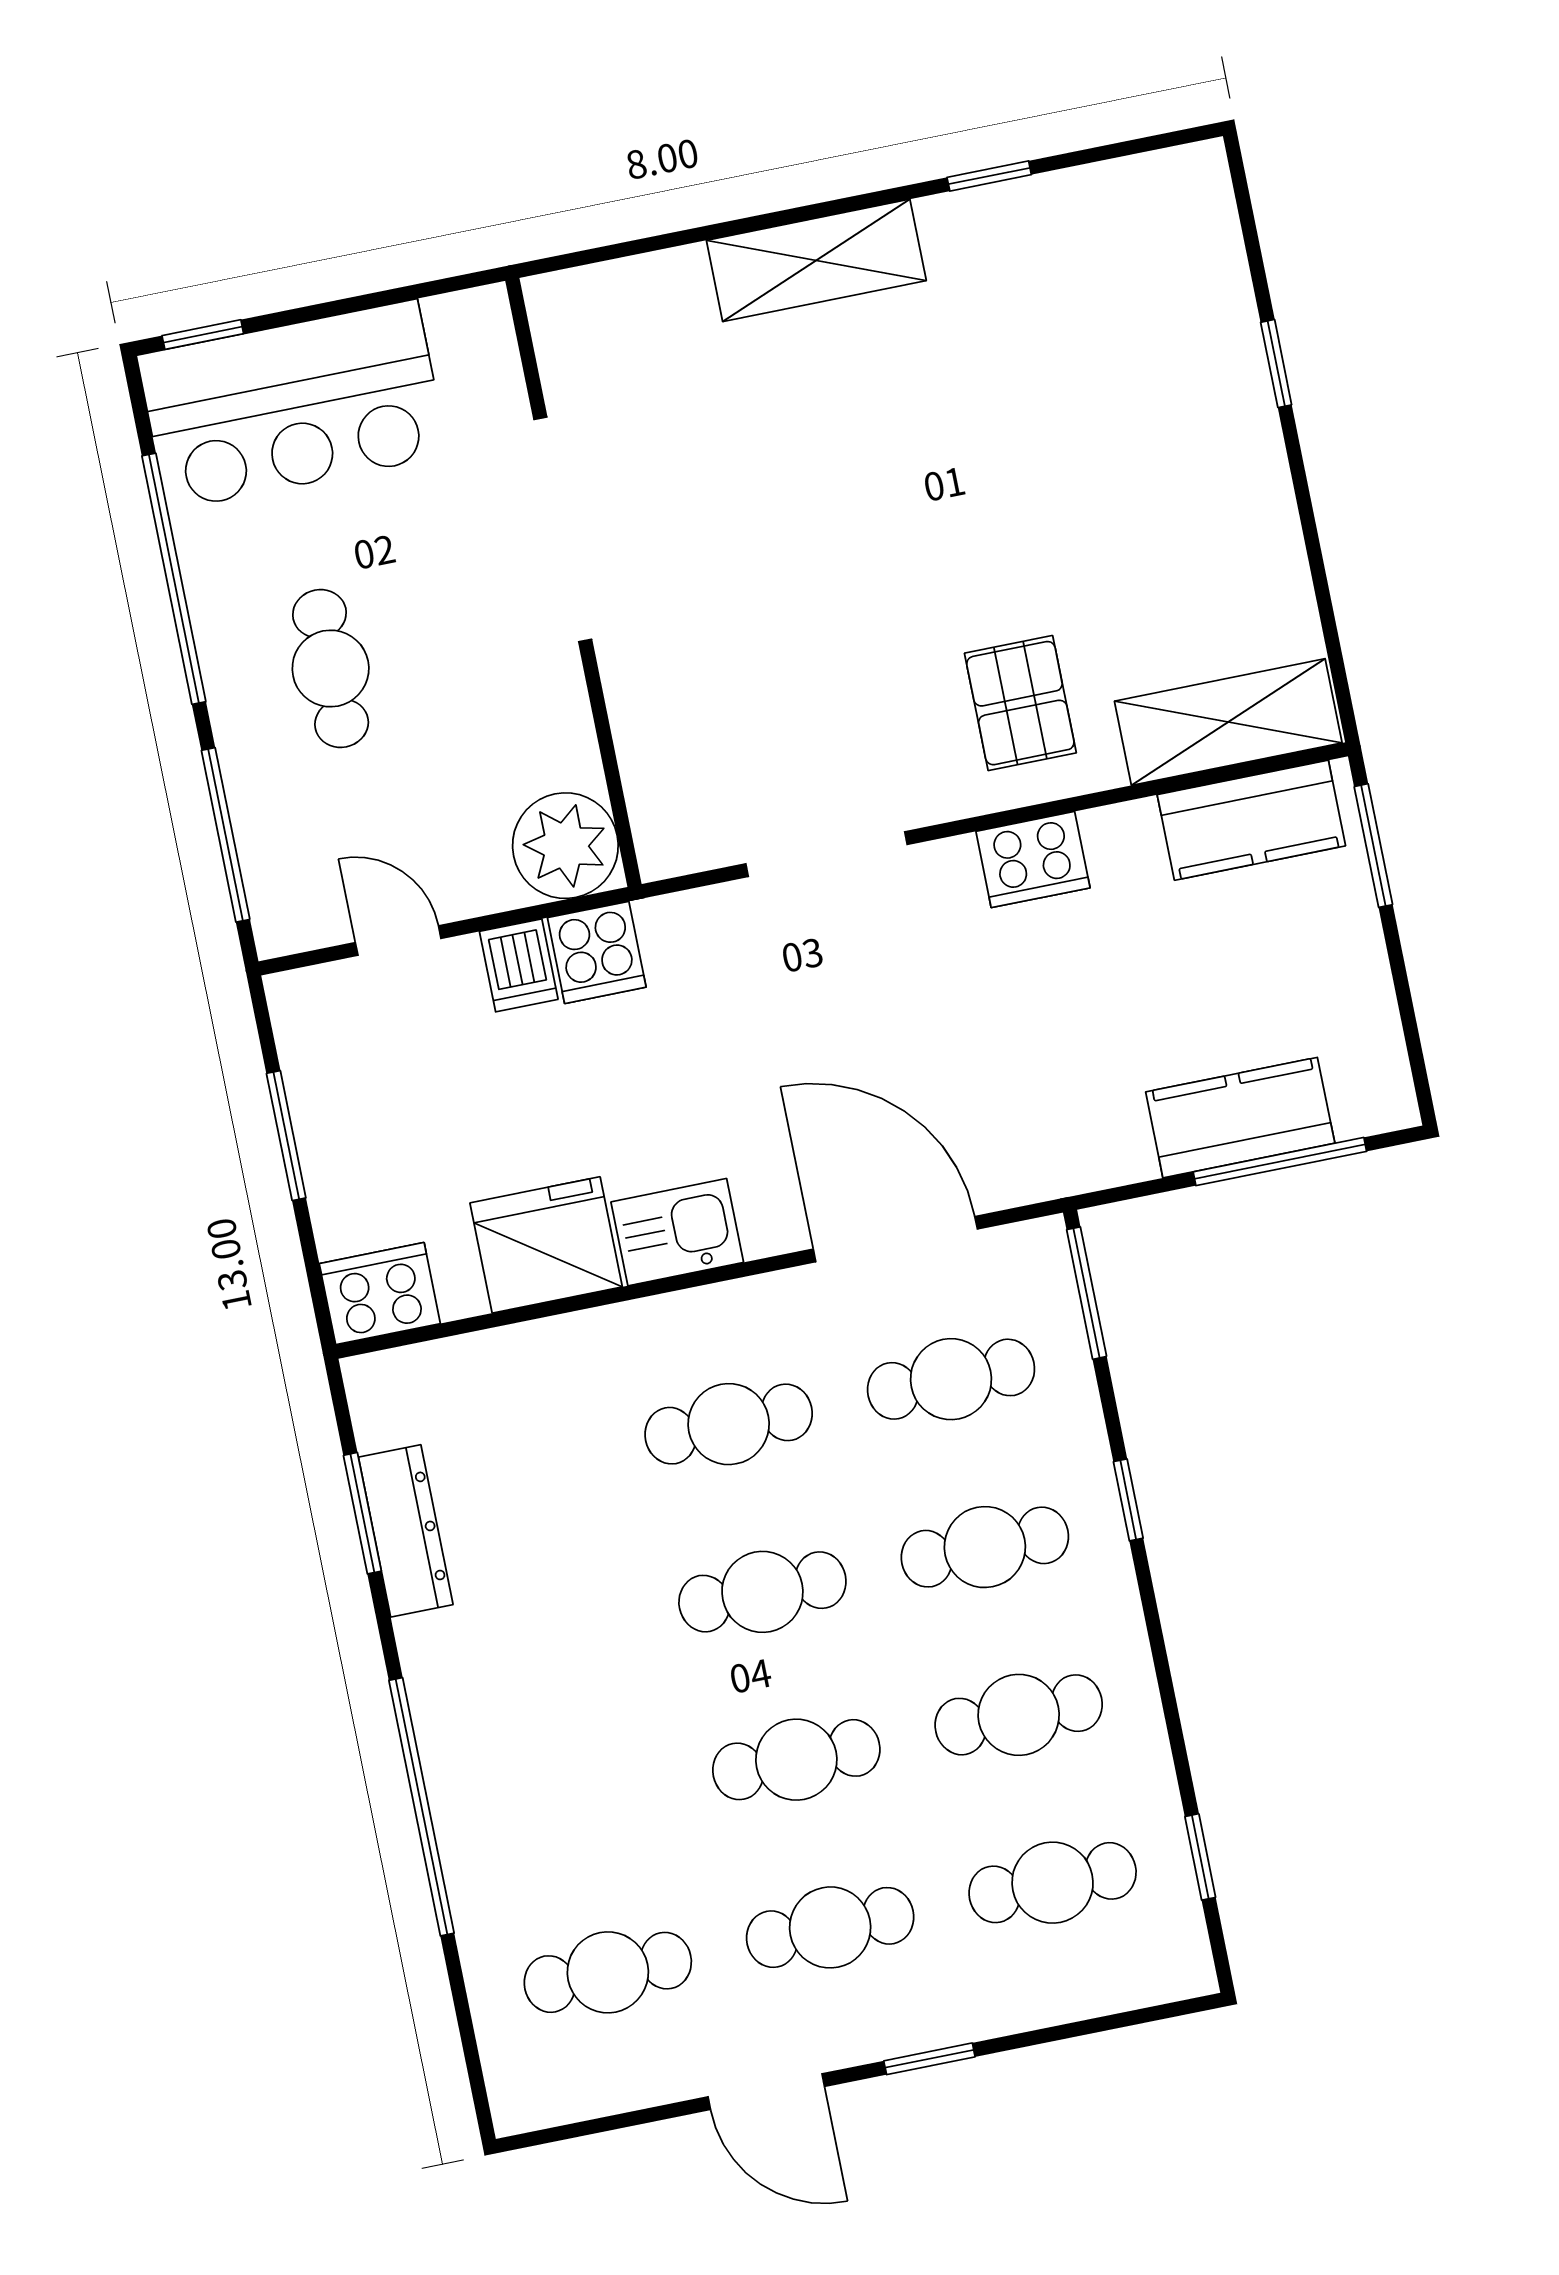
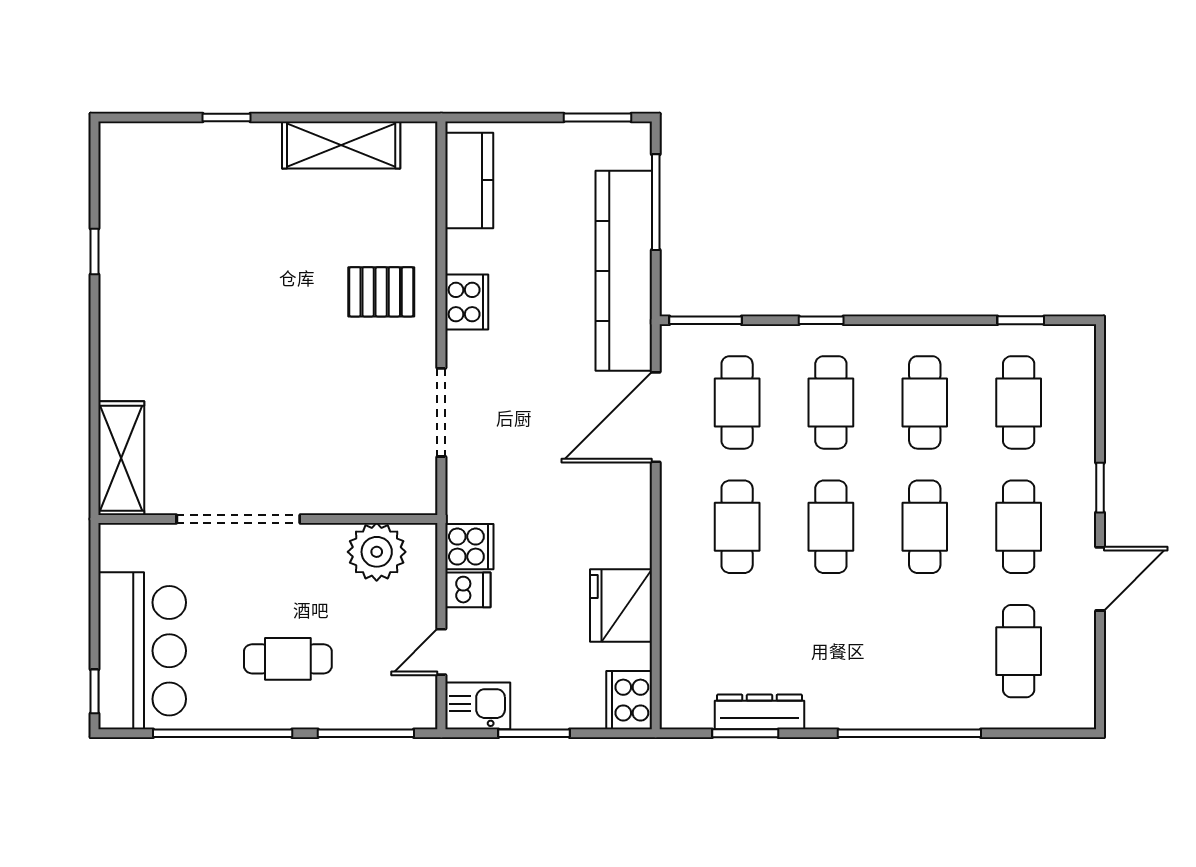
shelving: (816, 260) -> (121, 458), moved
shelving: (1228, 722) -> (341, 145), moved, turned 90
plant: (565, 846) -> (377, 552), moved
window: (1373, 846) -> (598, 118), moved
kitchen counter: (1240, 1118) -> (624, 271), width x2.08, depth x1.17
kitchen sink: (677, 1232) -> (478, 706), moved, turned 90

